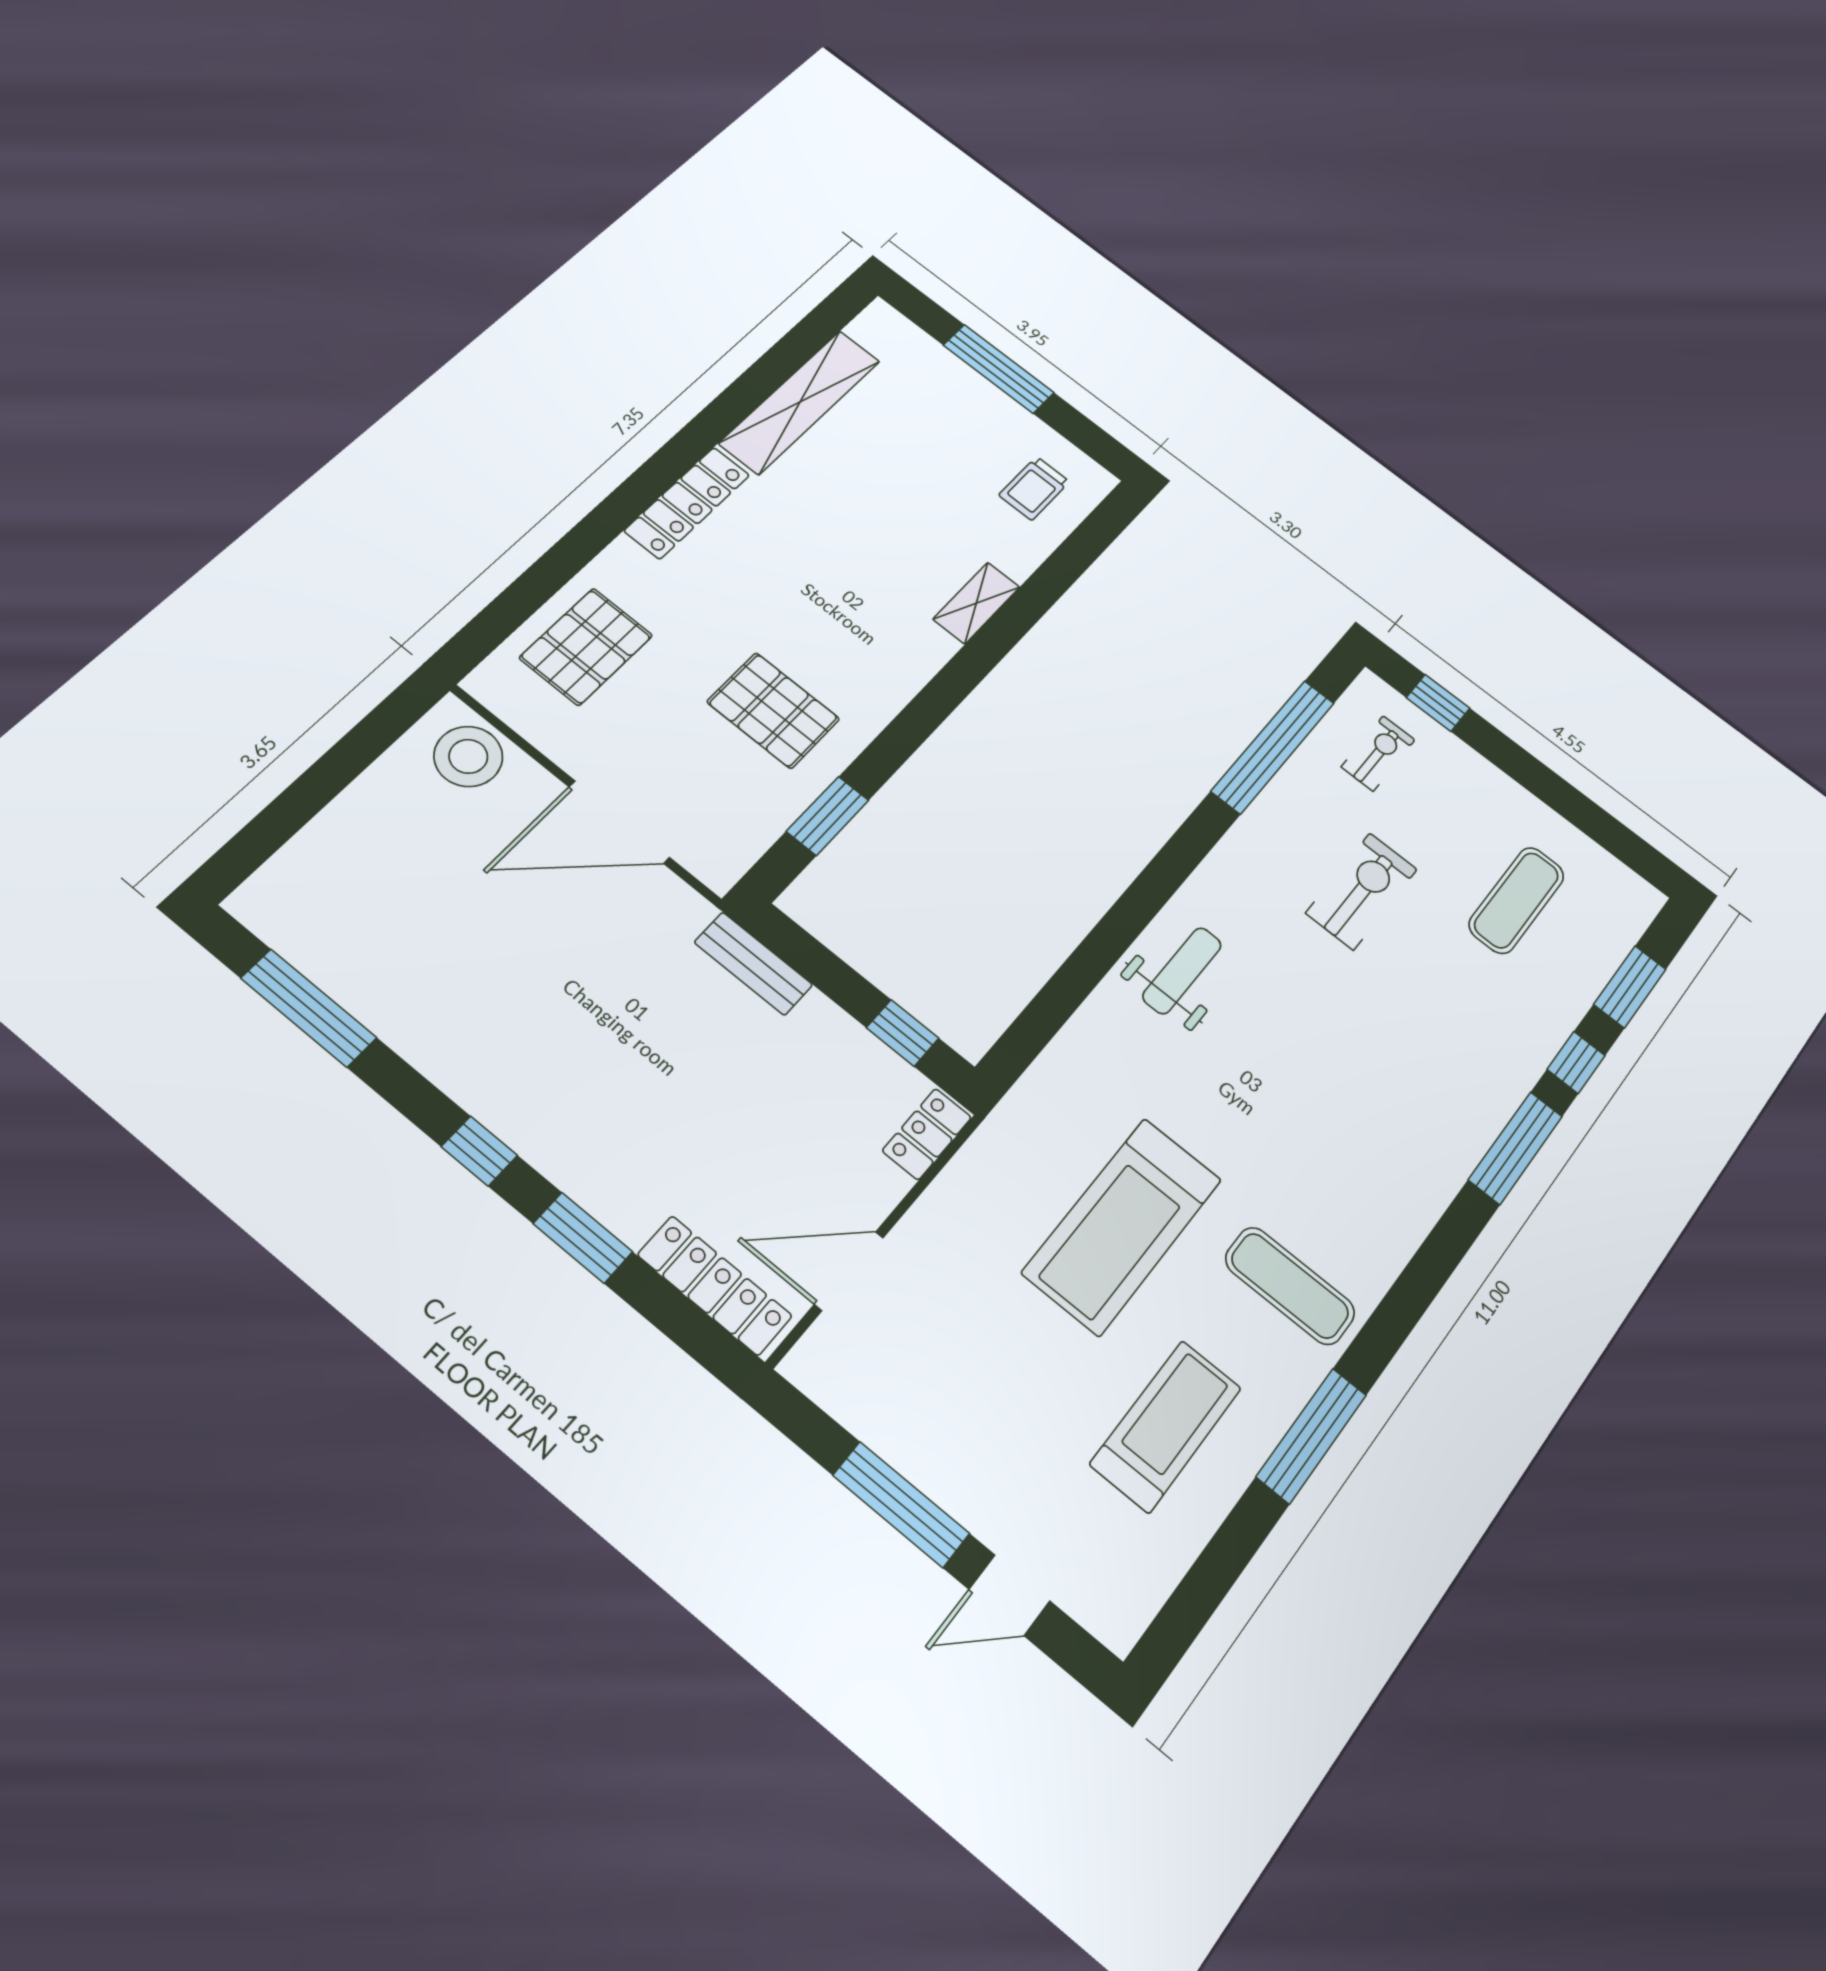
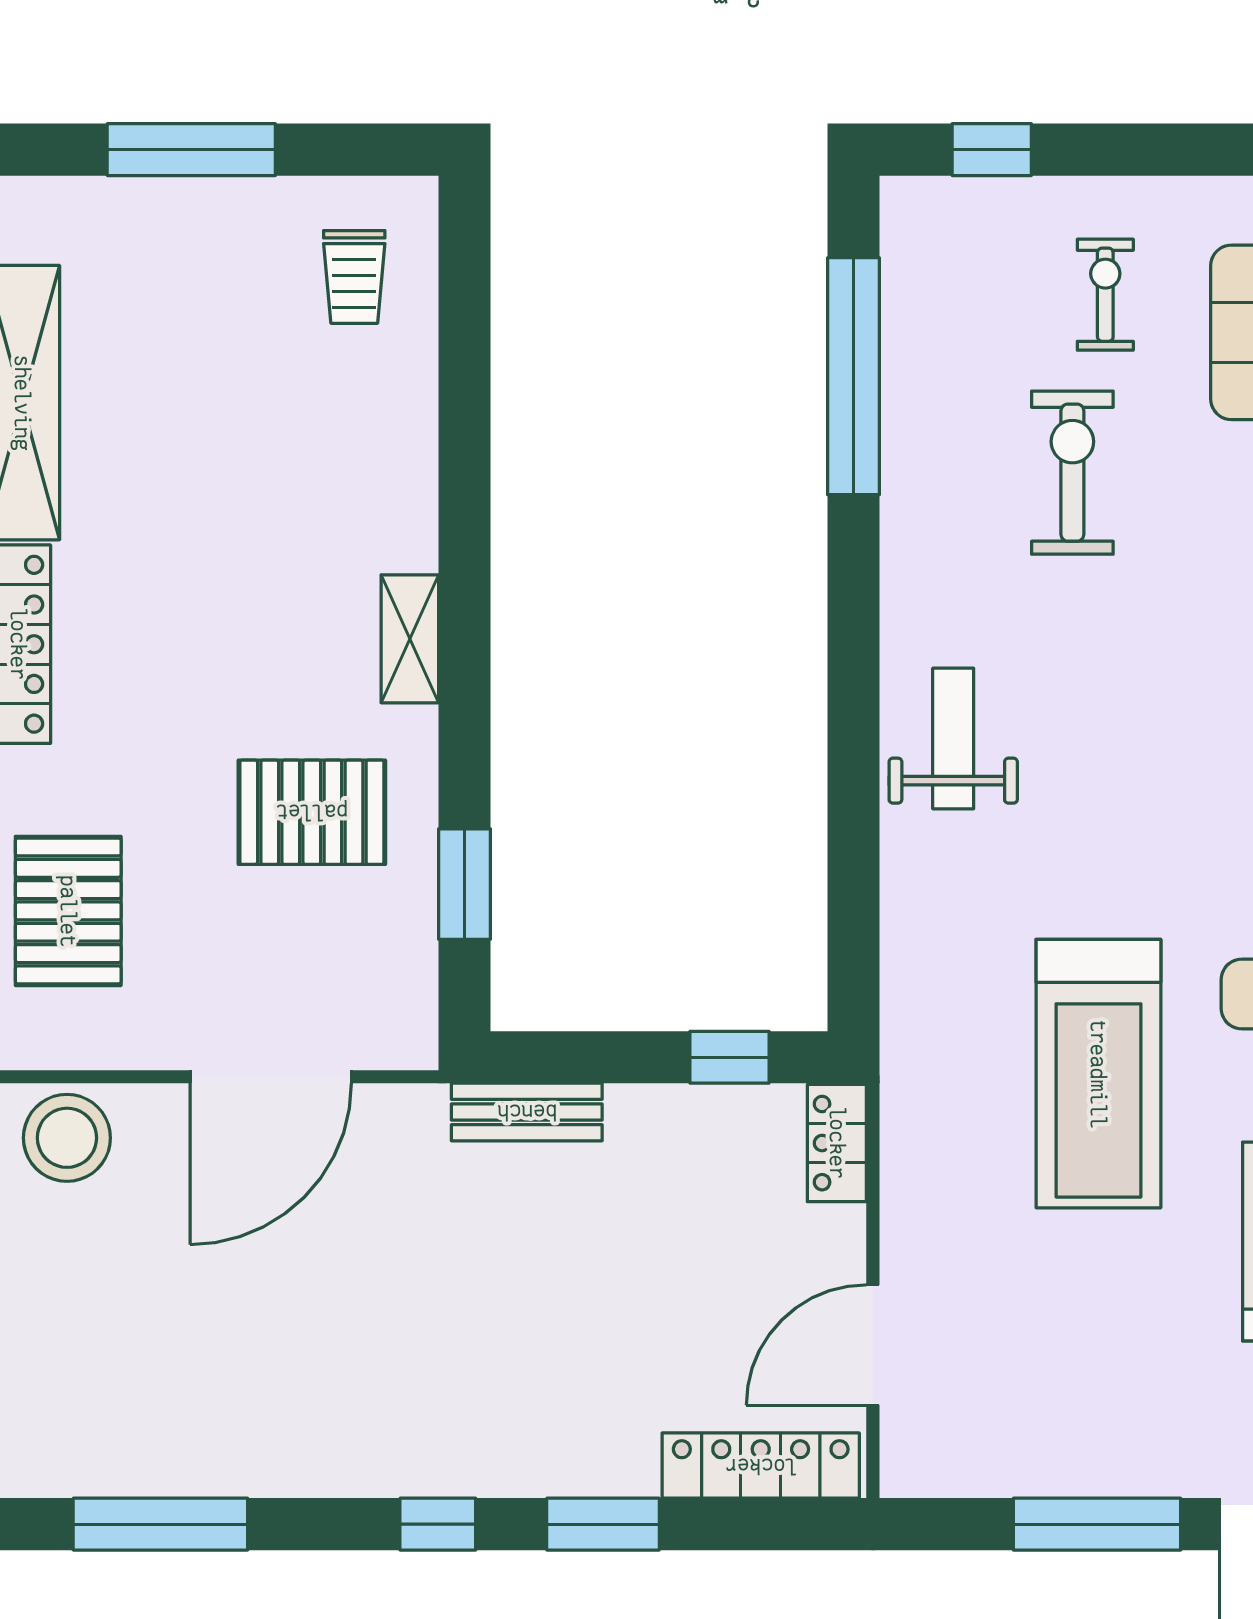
shelving: (976, 603) -> (410, 639), moved
exercise bike: (1378, 753) -> (1105, 295), moved

